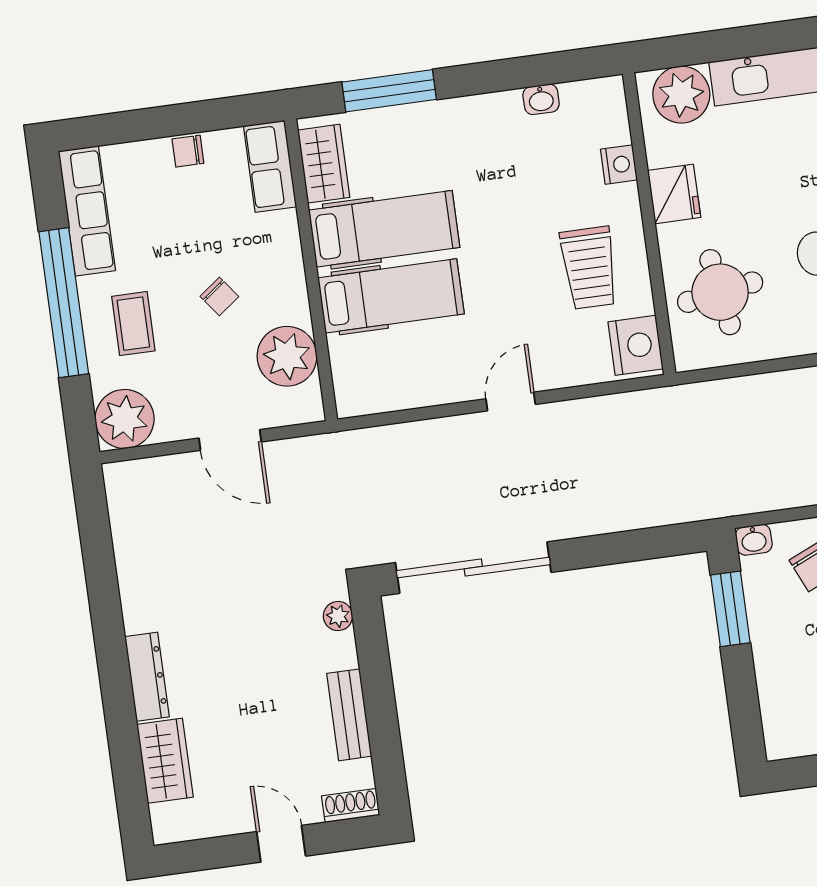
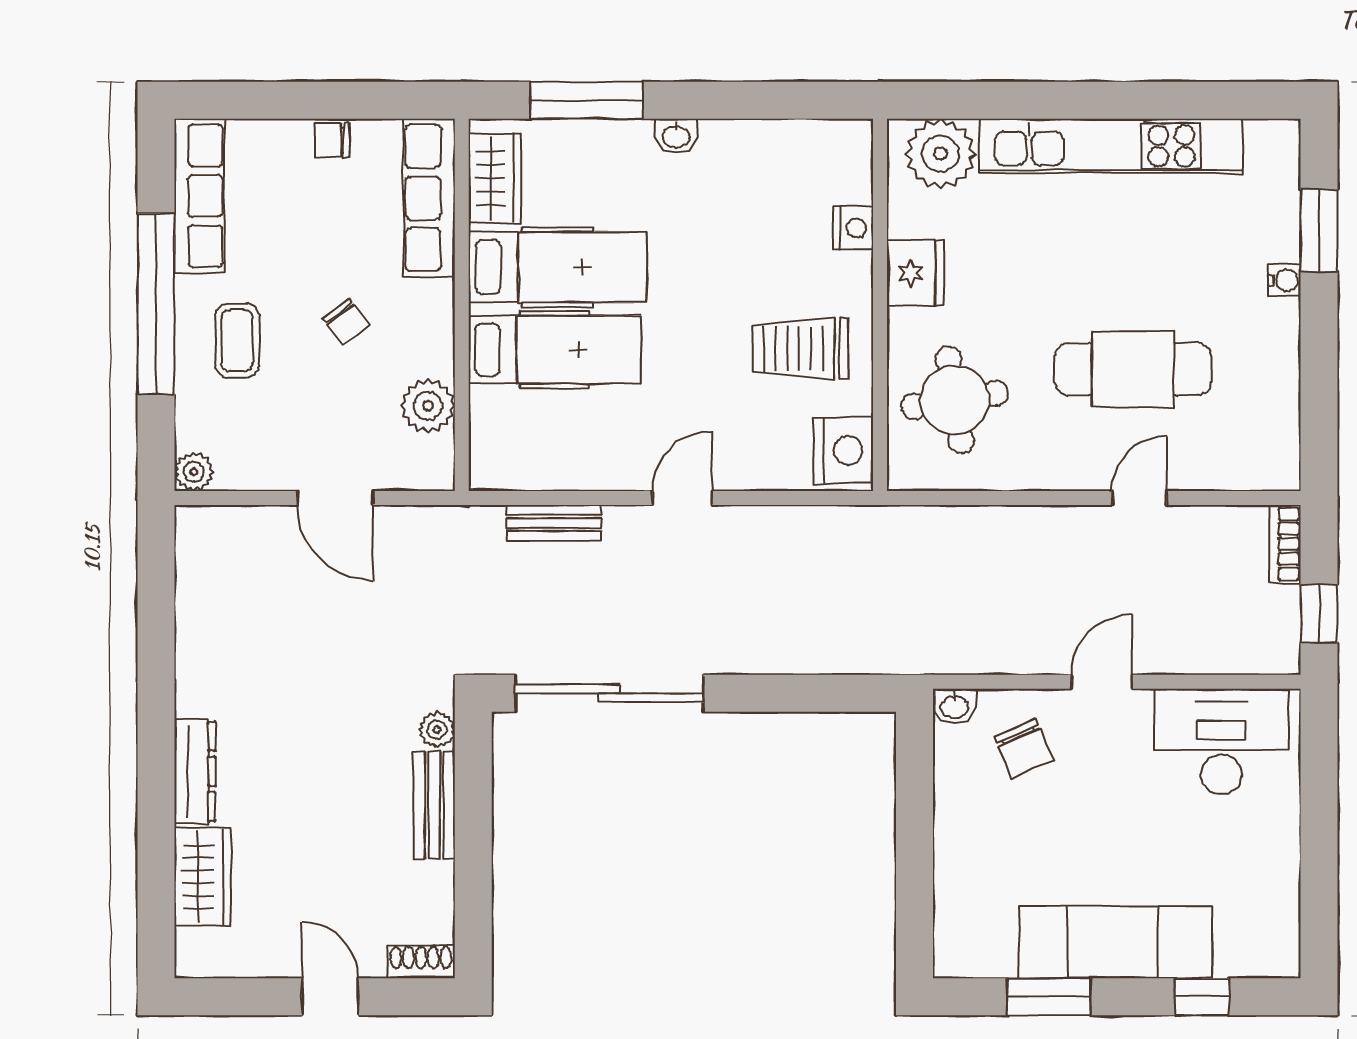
washbasin: (541, 99) -> (676, 136), moved
row of seats: (270, 166) -> (429, 198), width x1.48
trolley: (589, 268) -> (800, 349), turned 90
plant: (287, 356) -> (428, 406), width x0.73, depth x0.73
plant: (125, 419) -> (194, 472), width x0.53, depth x0.53
bench: (410, 436) -> (554, 523), added
window: (730, 609) -> (914, 786), removed
bench: (349, 715) -> (434, 805), moved

